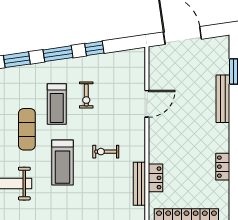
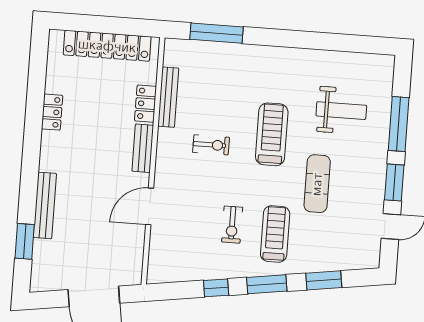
exercise bike: (86, 95) -> (232, 225), turned 180
treadmill: (57, 104) -> (275, 234), moved
bench: (155, 145) -> (143, 148), added

